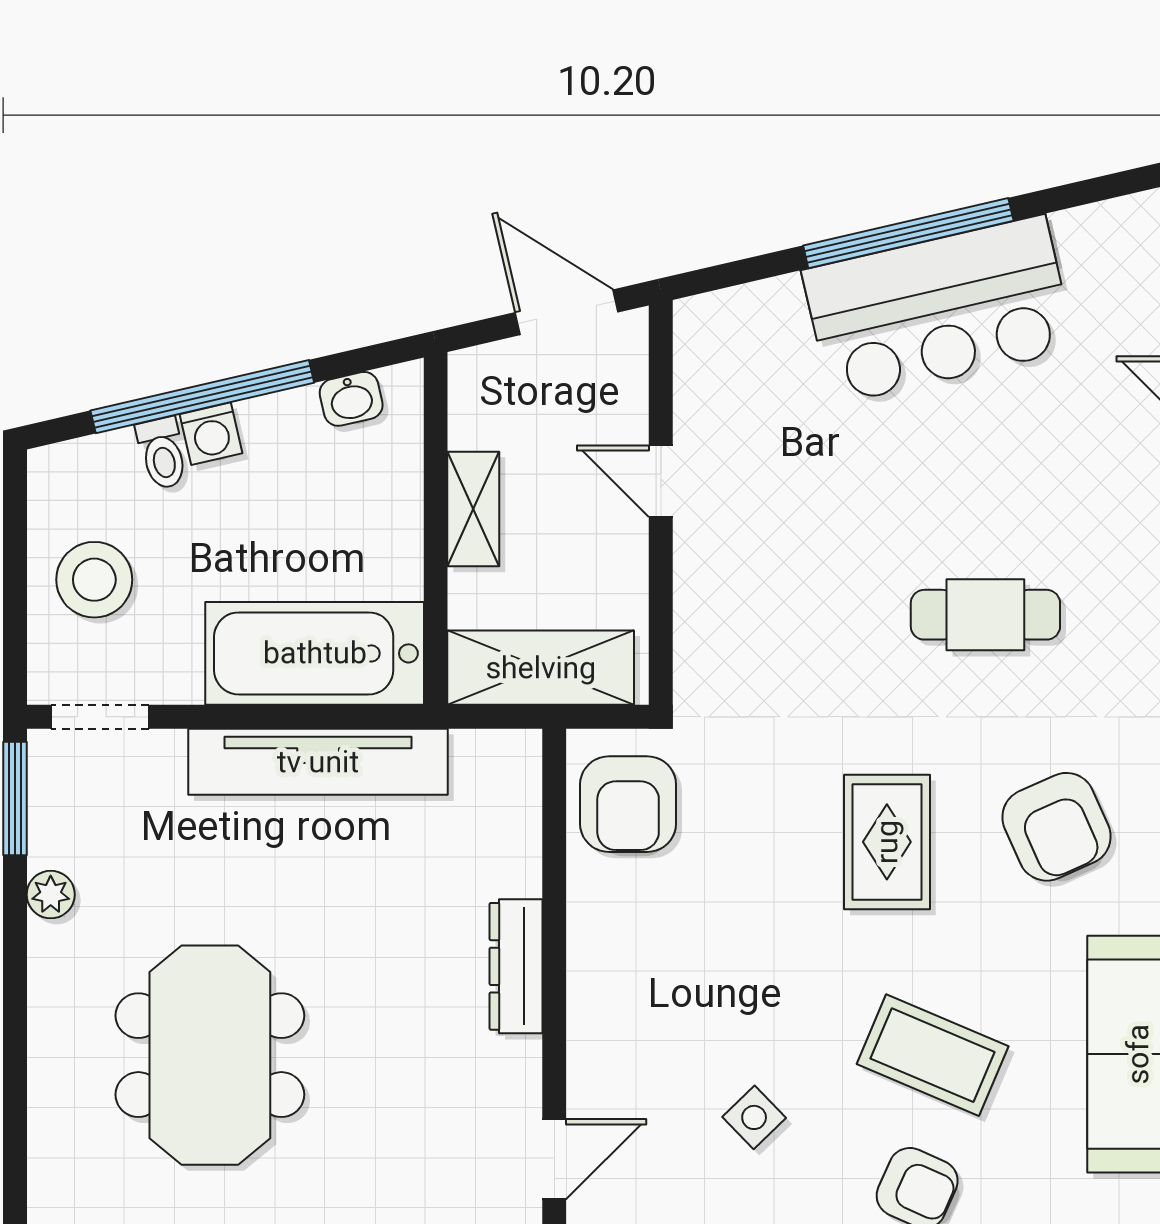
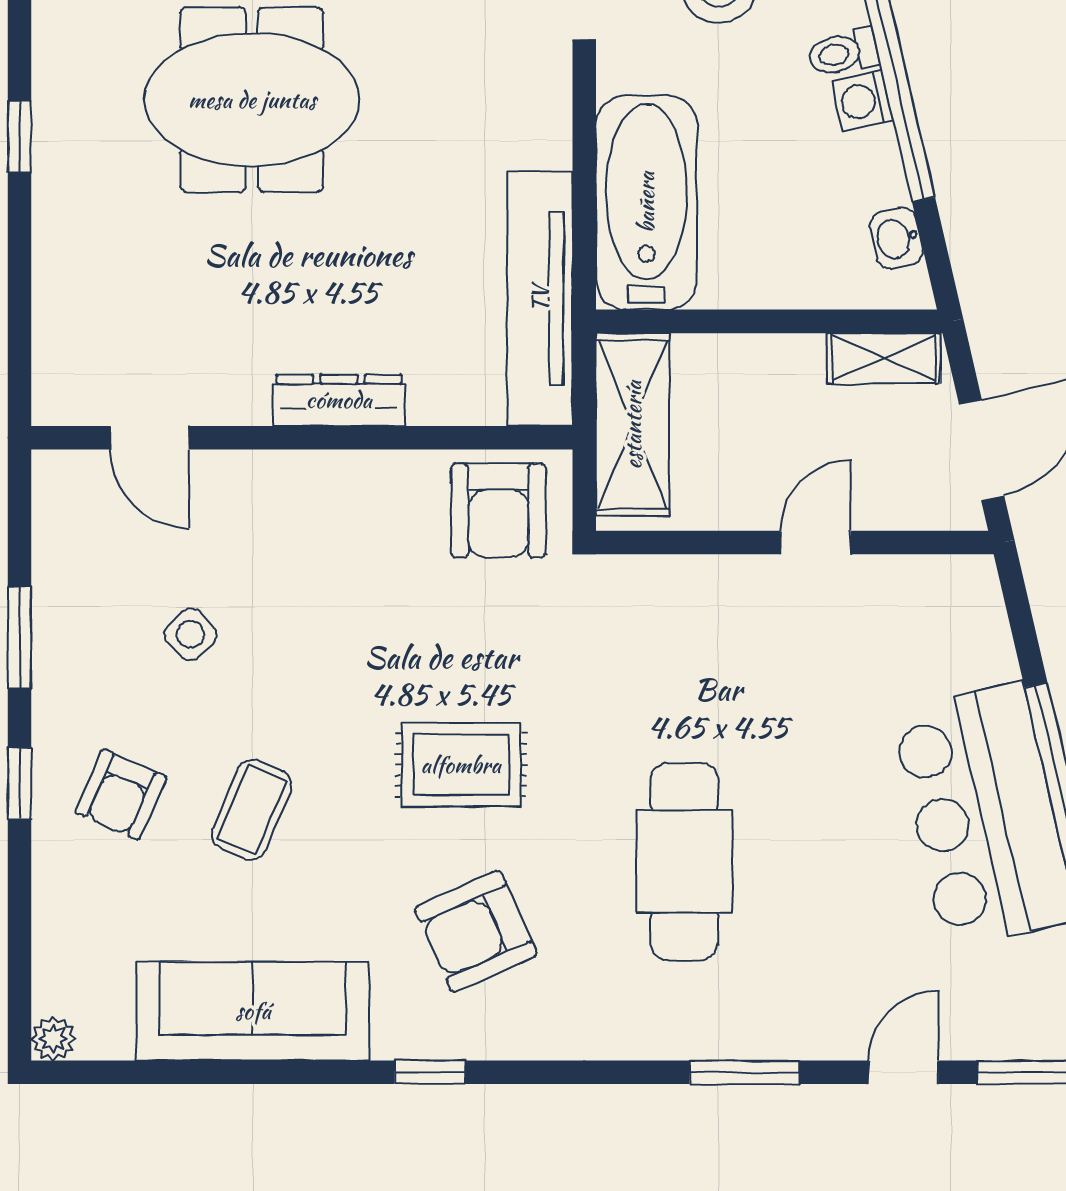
shelving: (473, 509) -> (884, 358), moved
cafe table: (985, 615) -> (684, 862), width x1.37, depth x1.35
tv unit: (318, 762) -> (540, 299), moved
armchair: (628, 804) -> (498, 510), turned -90
coffee table: (933, 1055) -> (252, 810), width x0.73, depth x0.77

